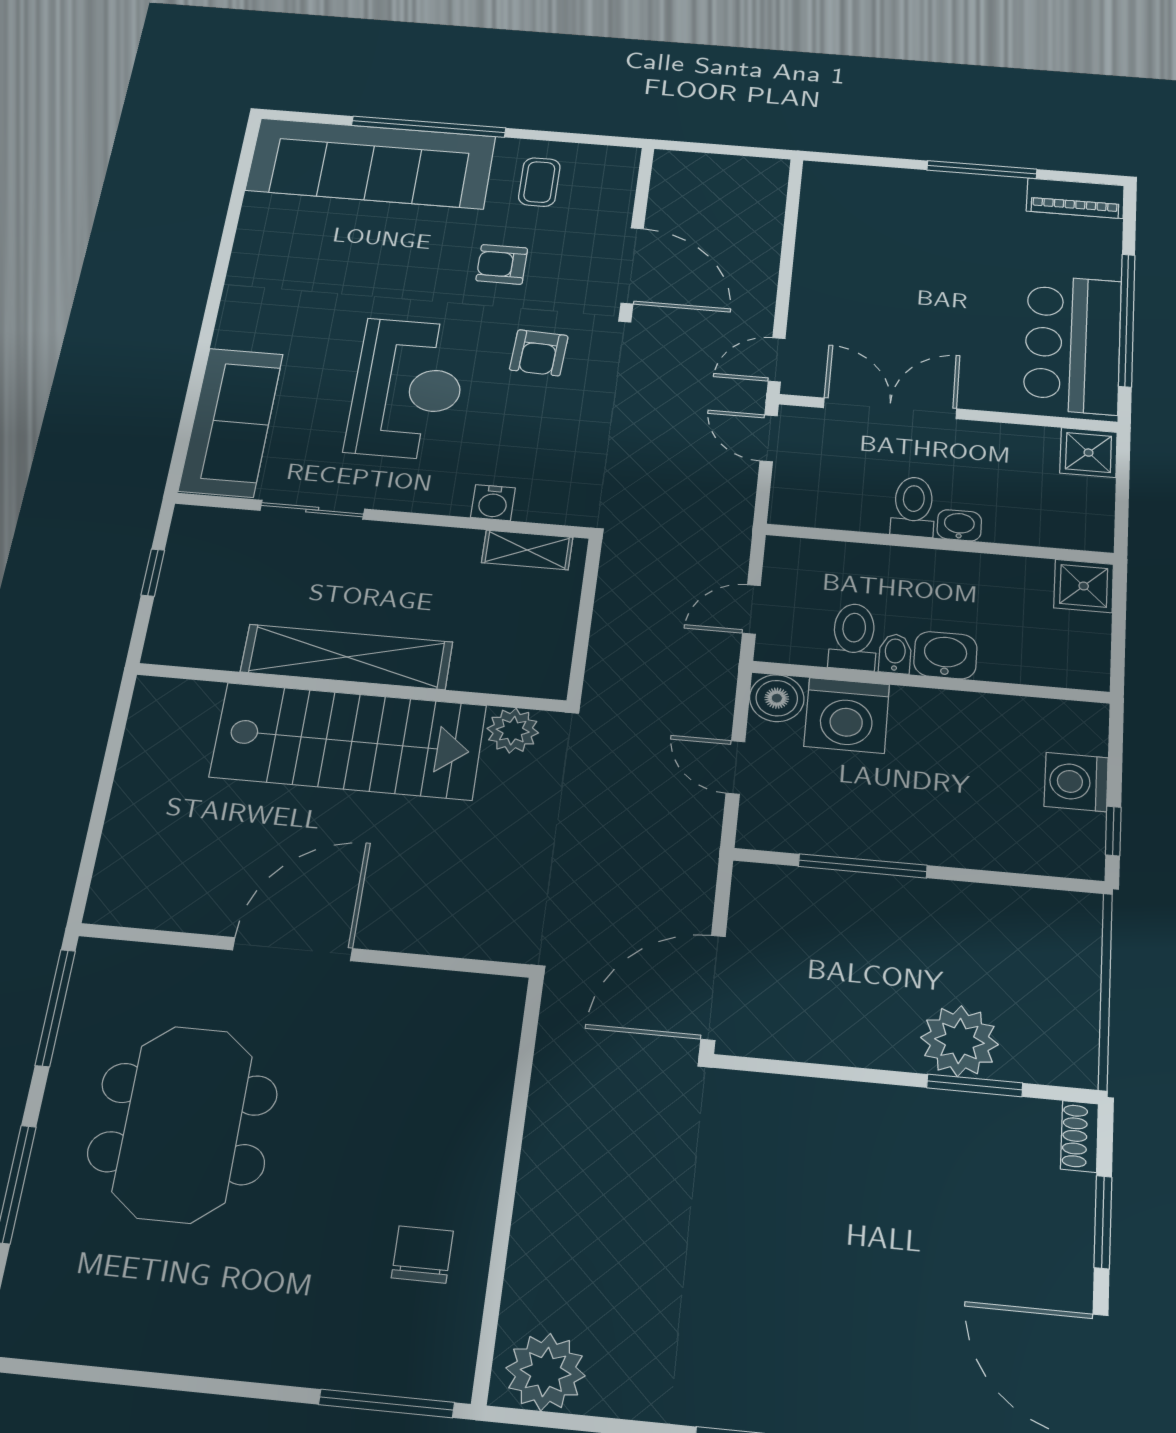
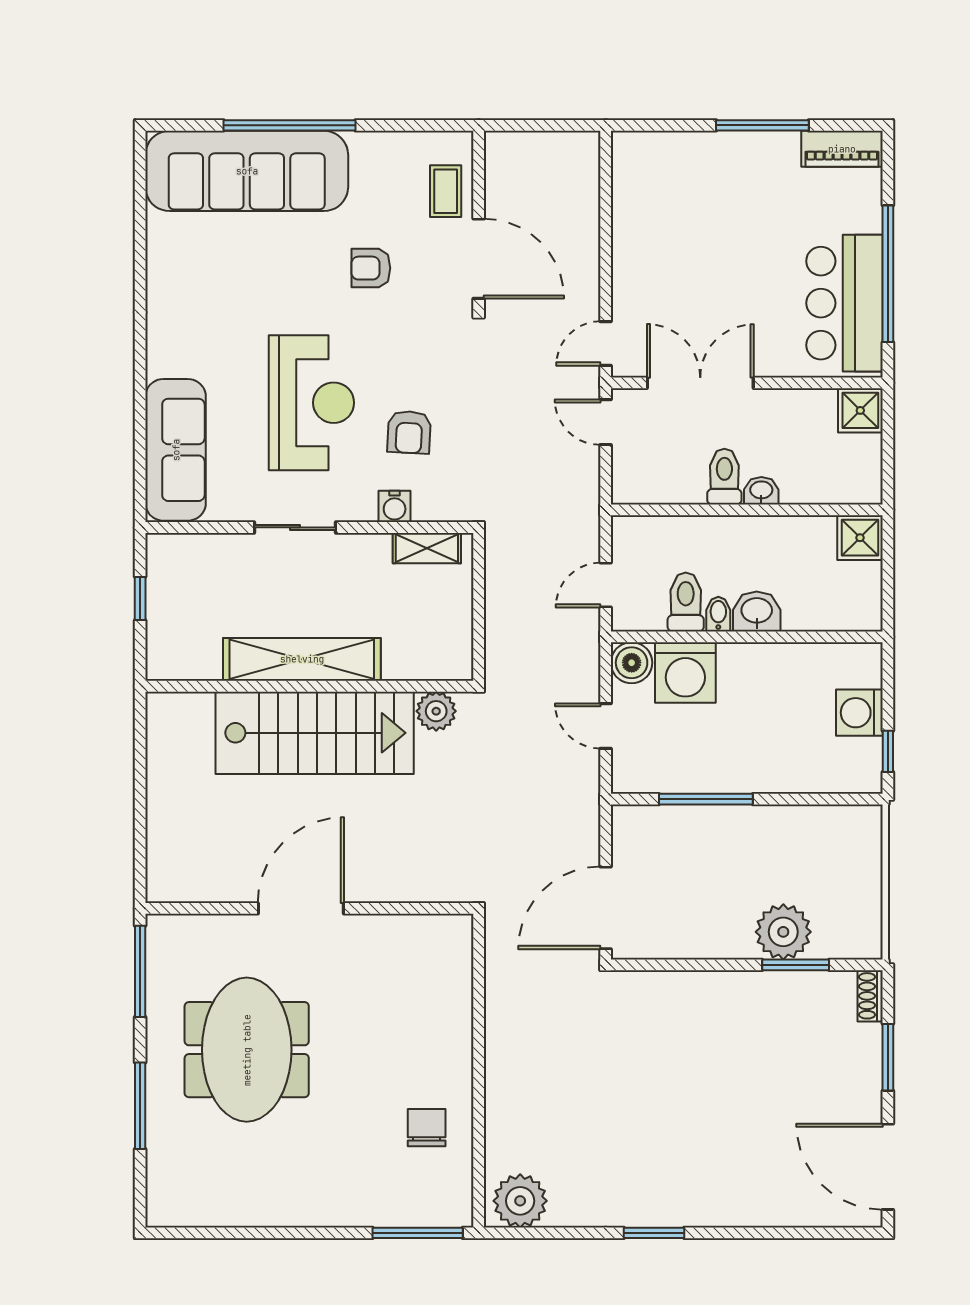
coffee table: (539, 182) -> (446, 191), moved
armchair: (539, 353) -> (409, 432), moved
sliding door: (312, 510) -> (295, 527), moved

